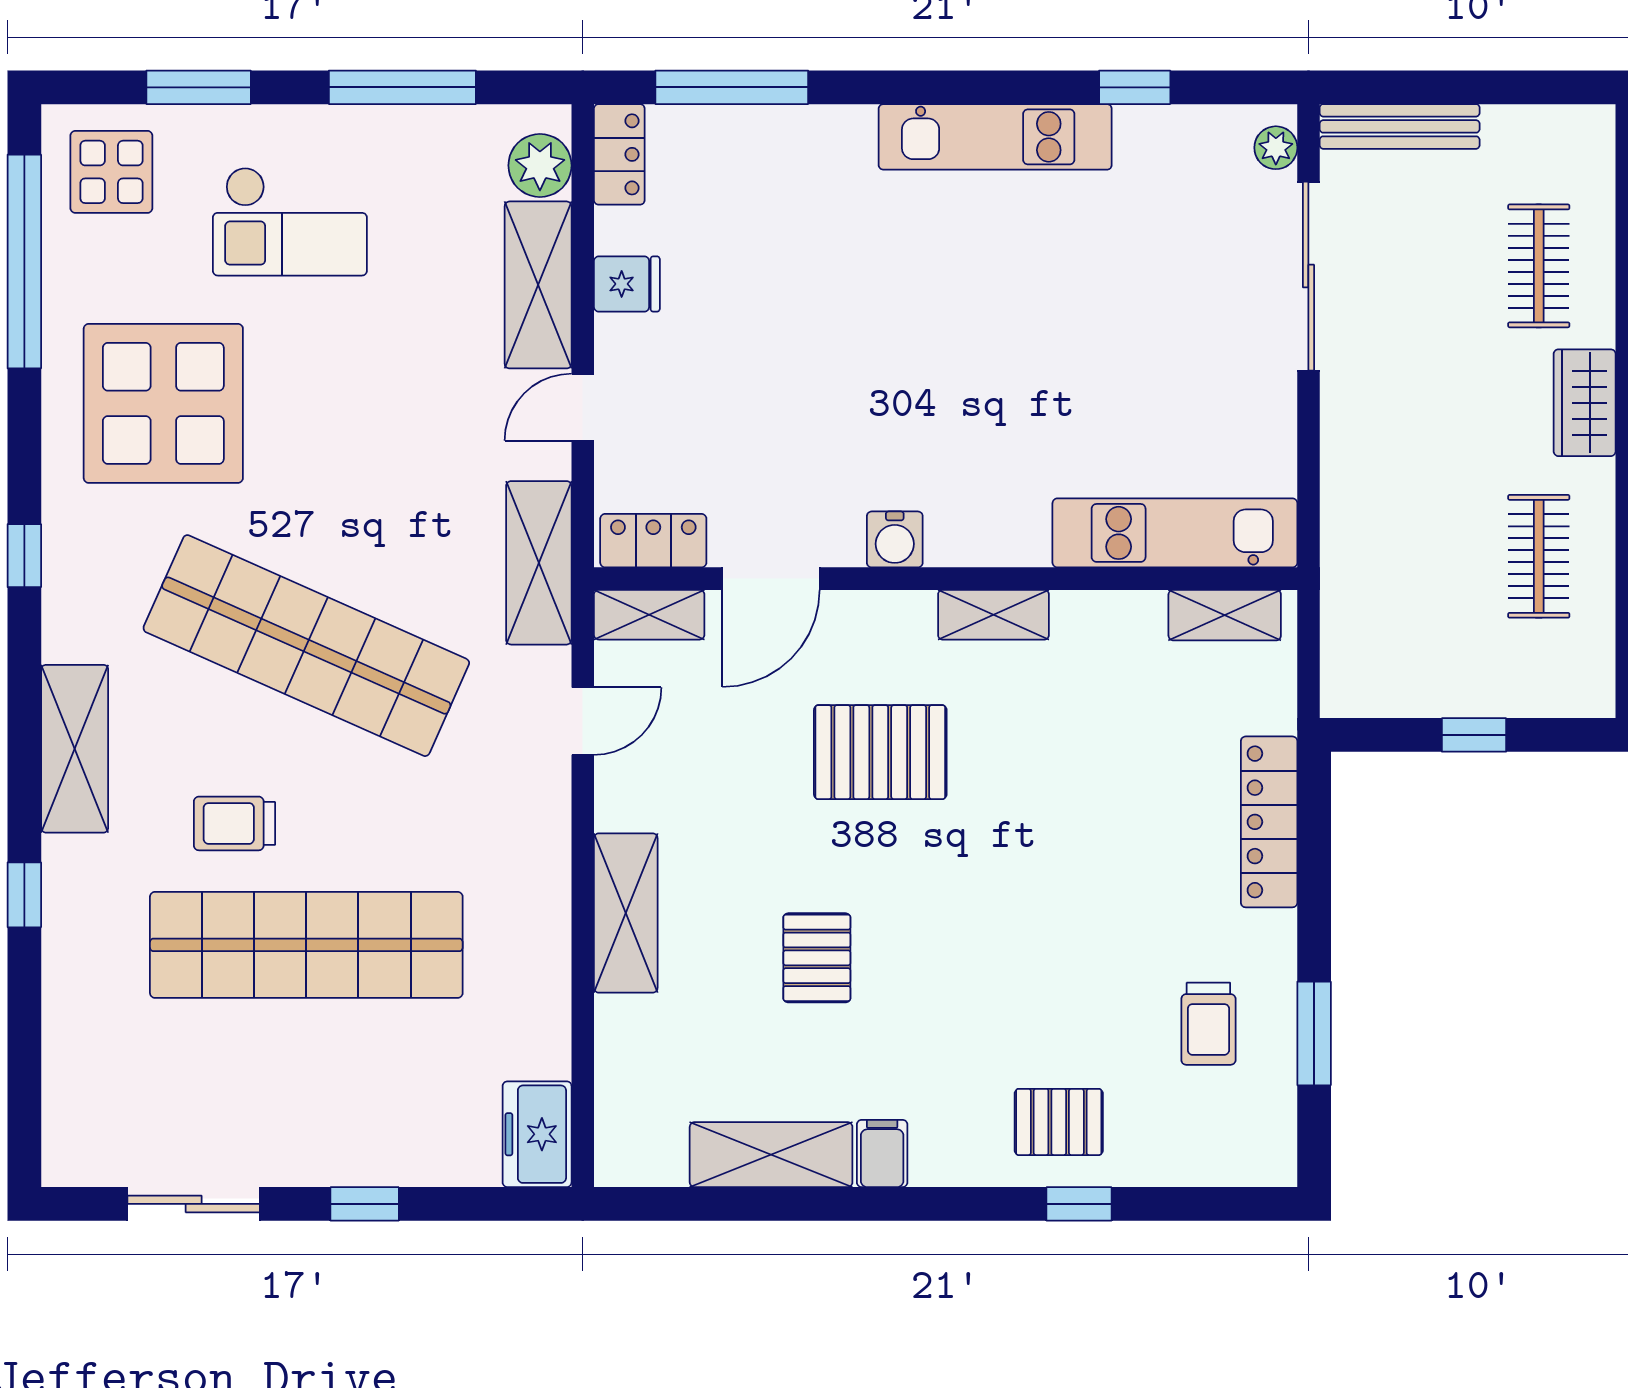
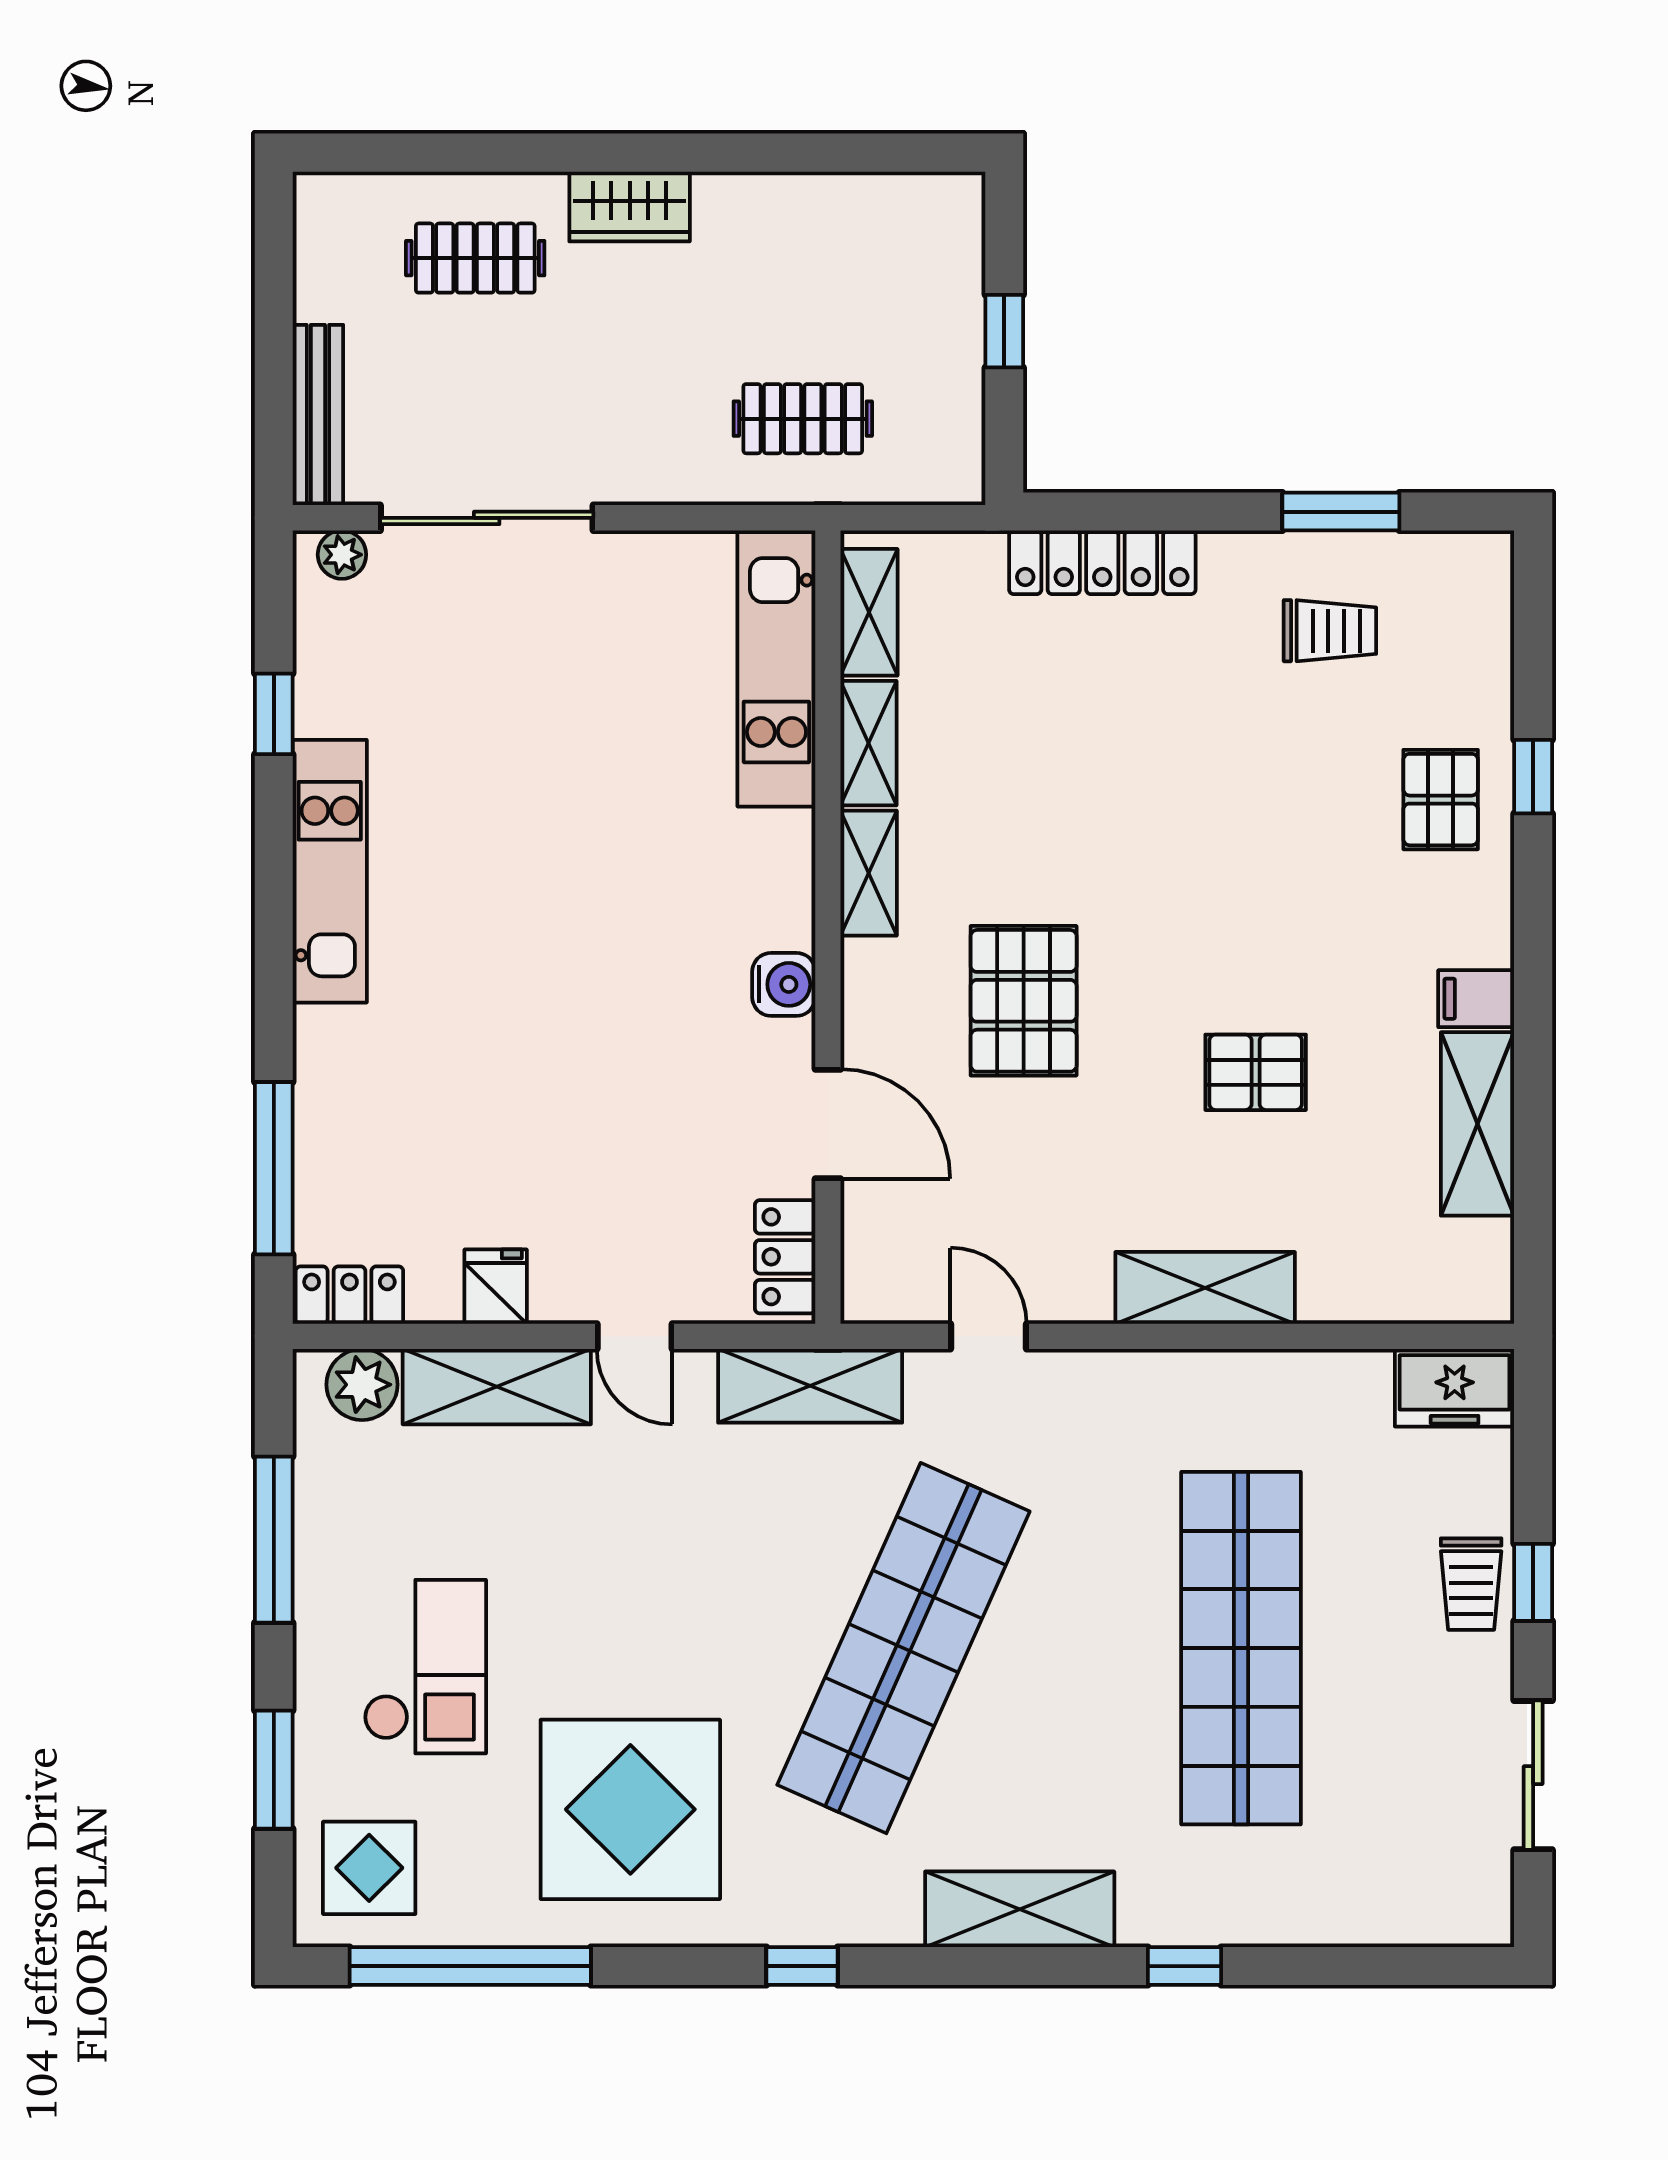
clothes rail: (1539, 556) -> (803, 419), moved
shelving: (649, 615) -> (869, 743), moved
trolley: (234, 823) -> (1471, 1584), moved

